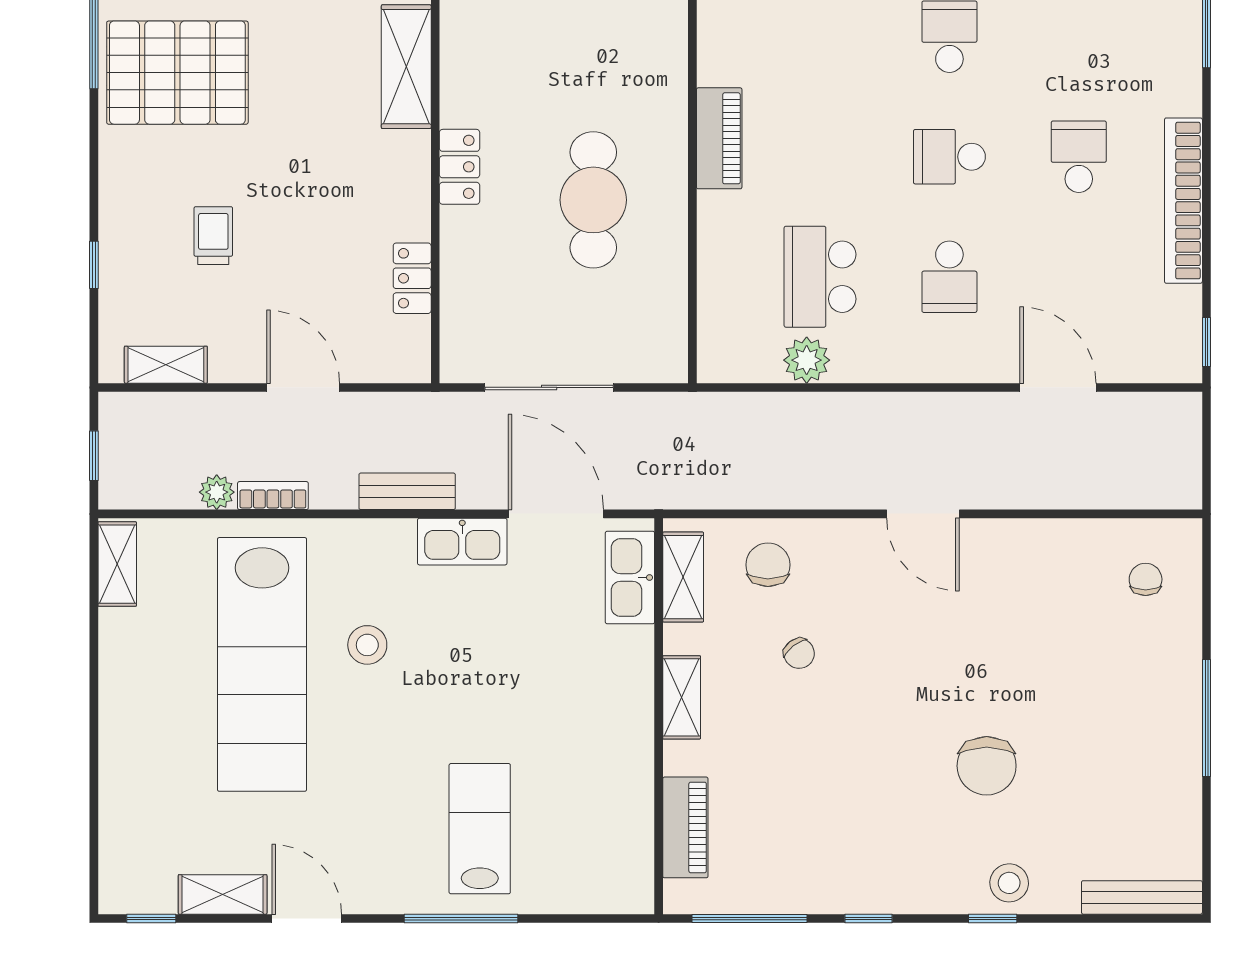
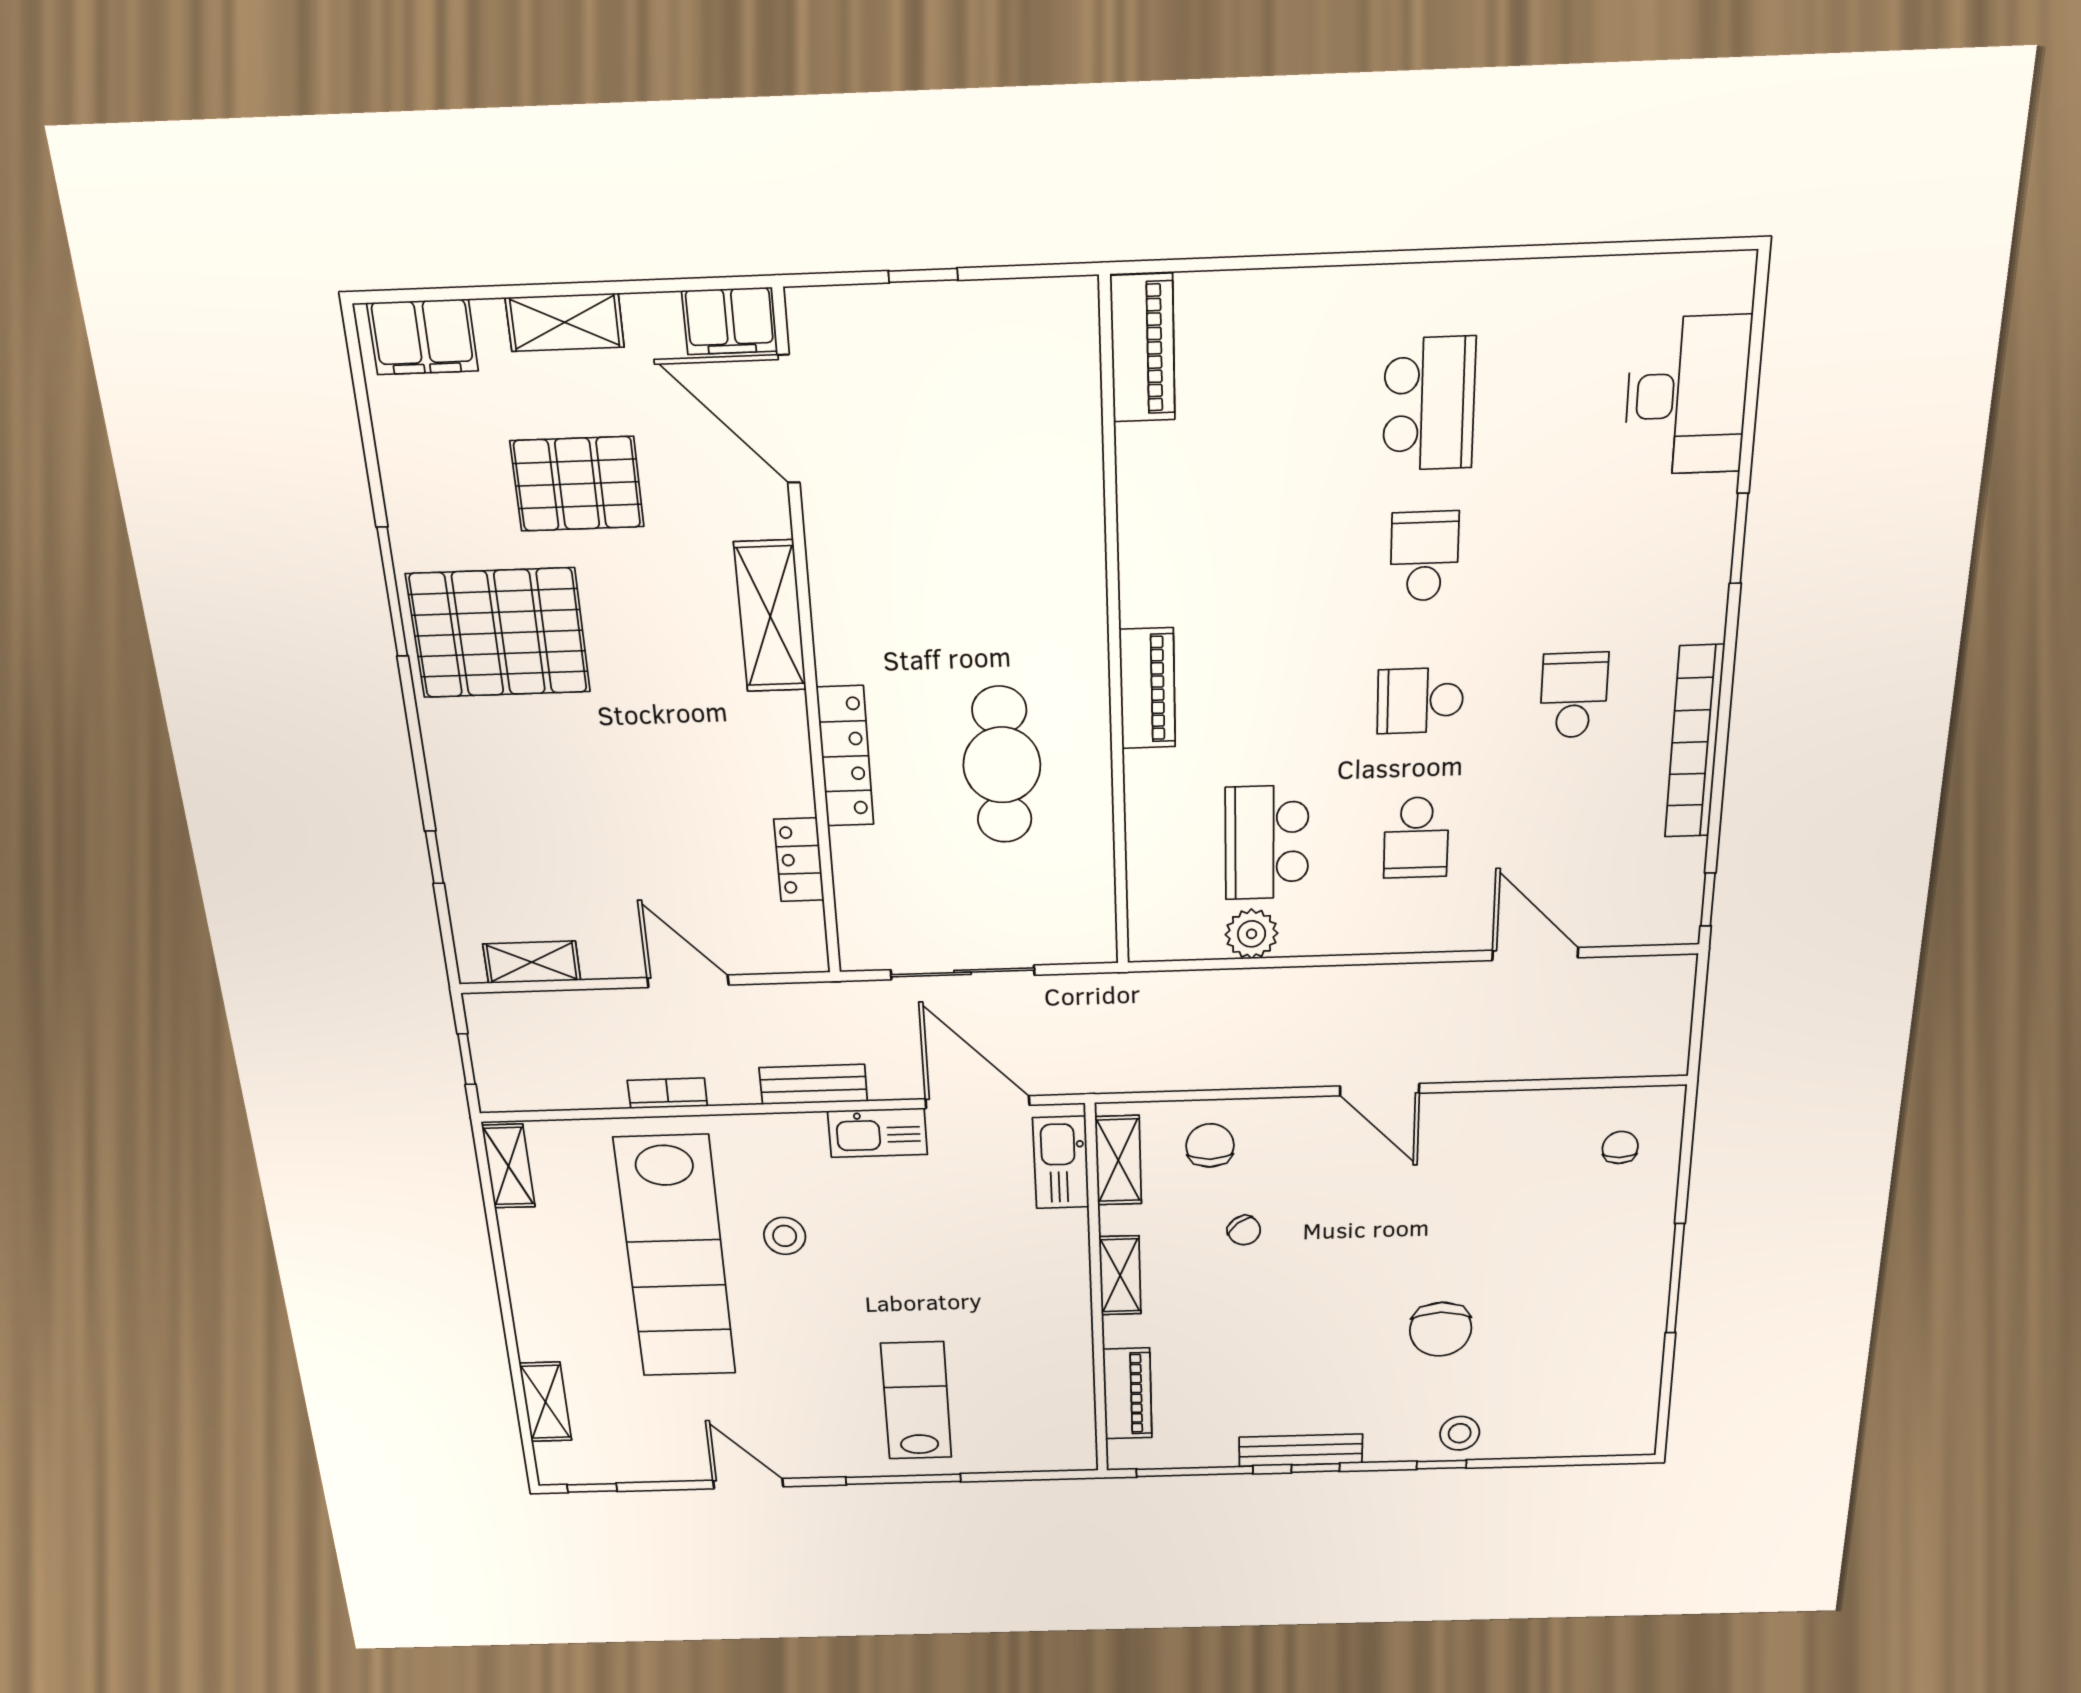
locker: (460, 167) -> (845, 756), width x1.53
trolley: (213, 236) -> (566, 820), removed
plant: (217, 492) -> (606, 1092), removed
shelving: (223, 894) -> (545, 1402), moved, turned 90
bench: (1142, 897) -> (1301, 1450), moved

